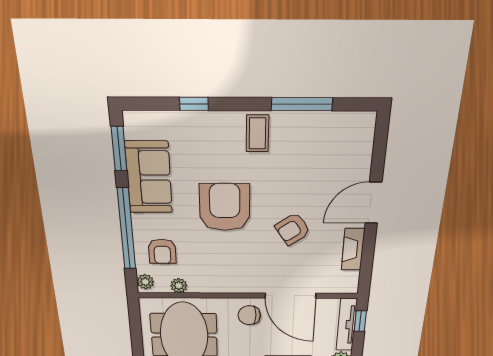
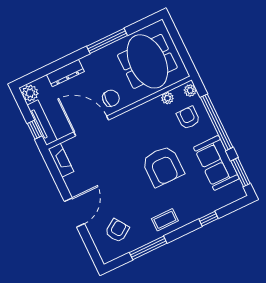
coffee table: (257, 133) -> (165, 220), turned 90
armchair: (293, 229) -> (117, 231), moved
fireplace: (353, 249) -> (61, 160), moved

